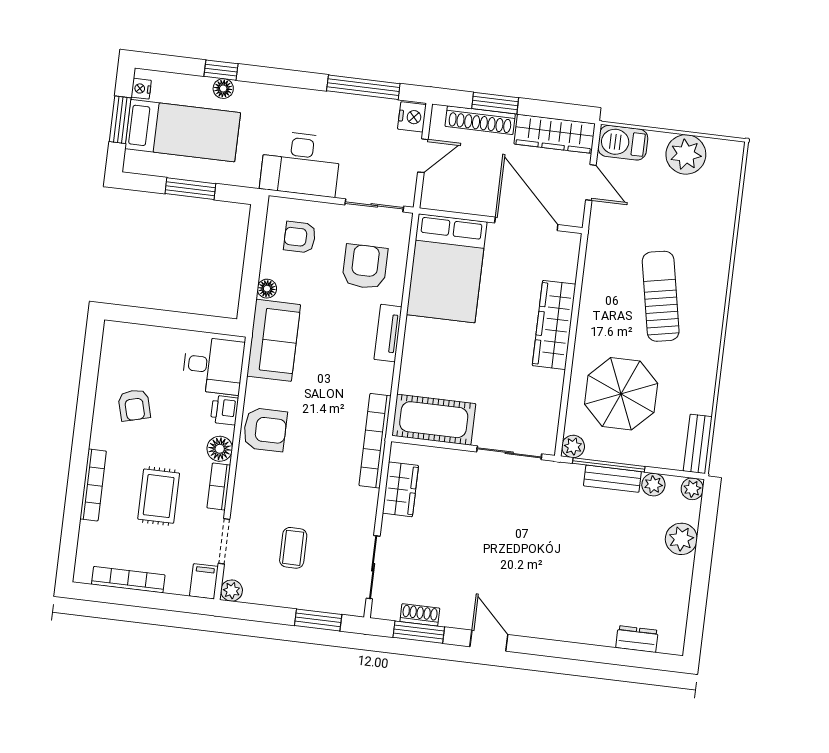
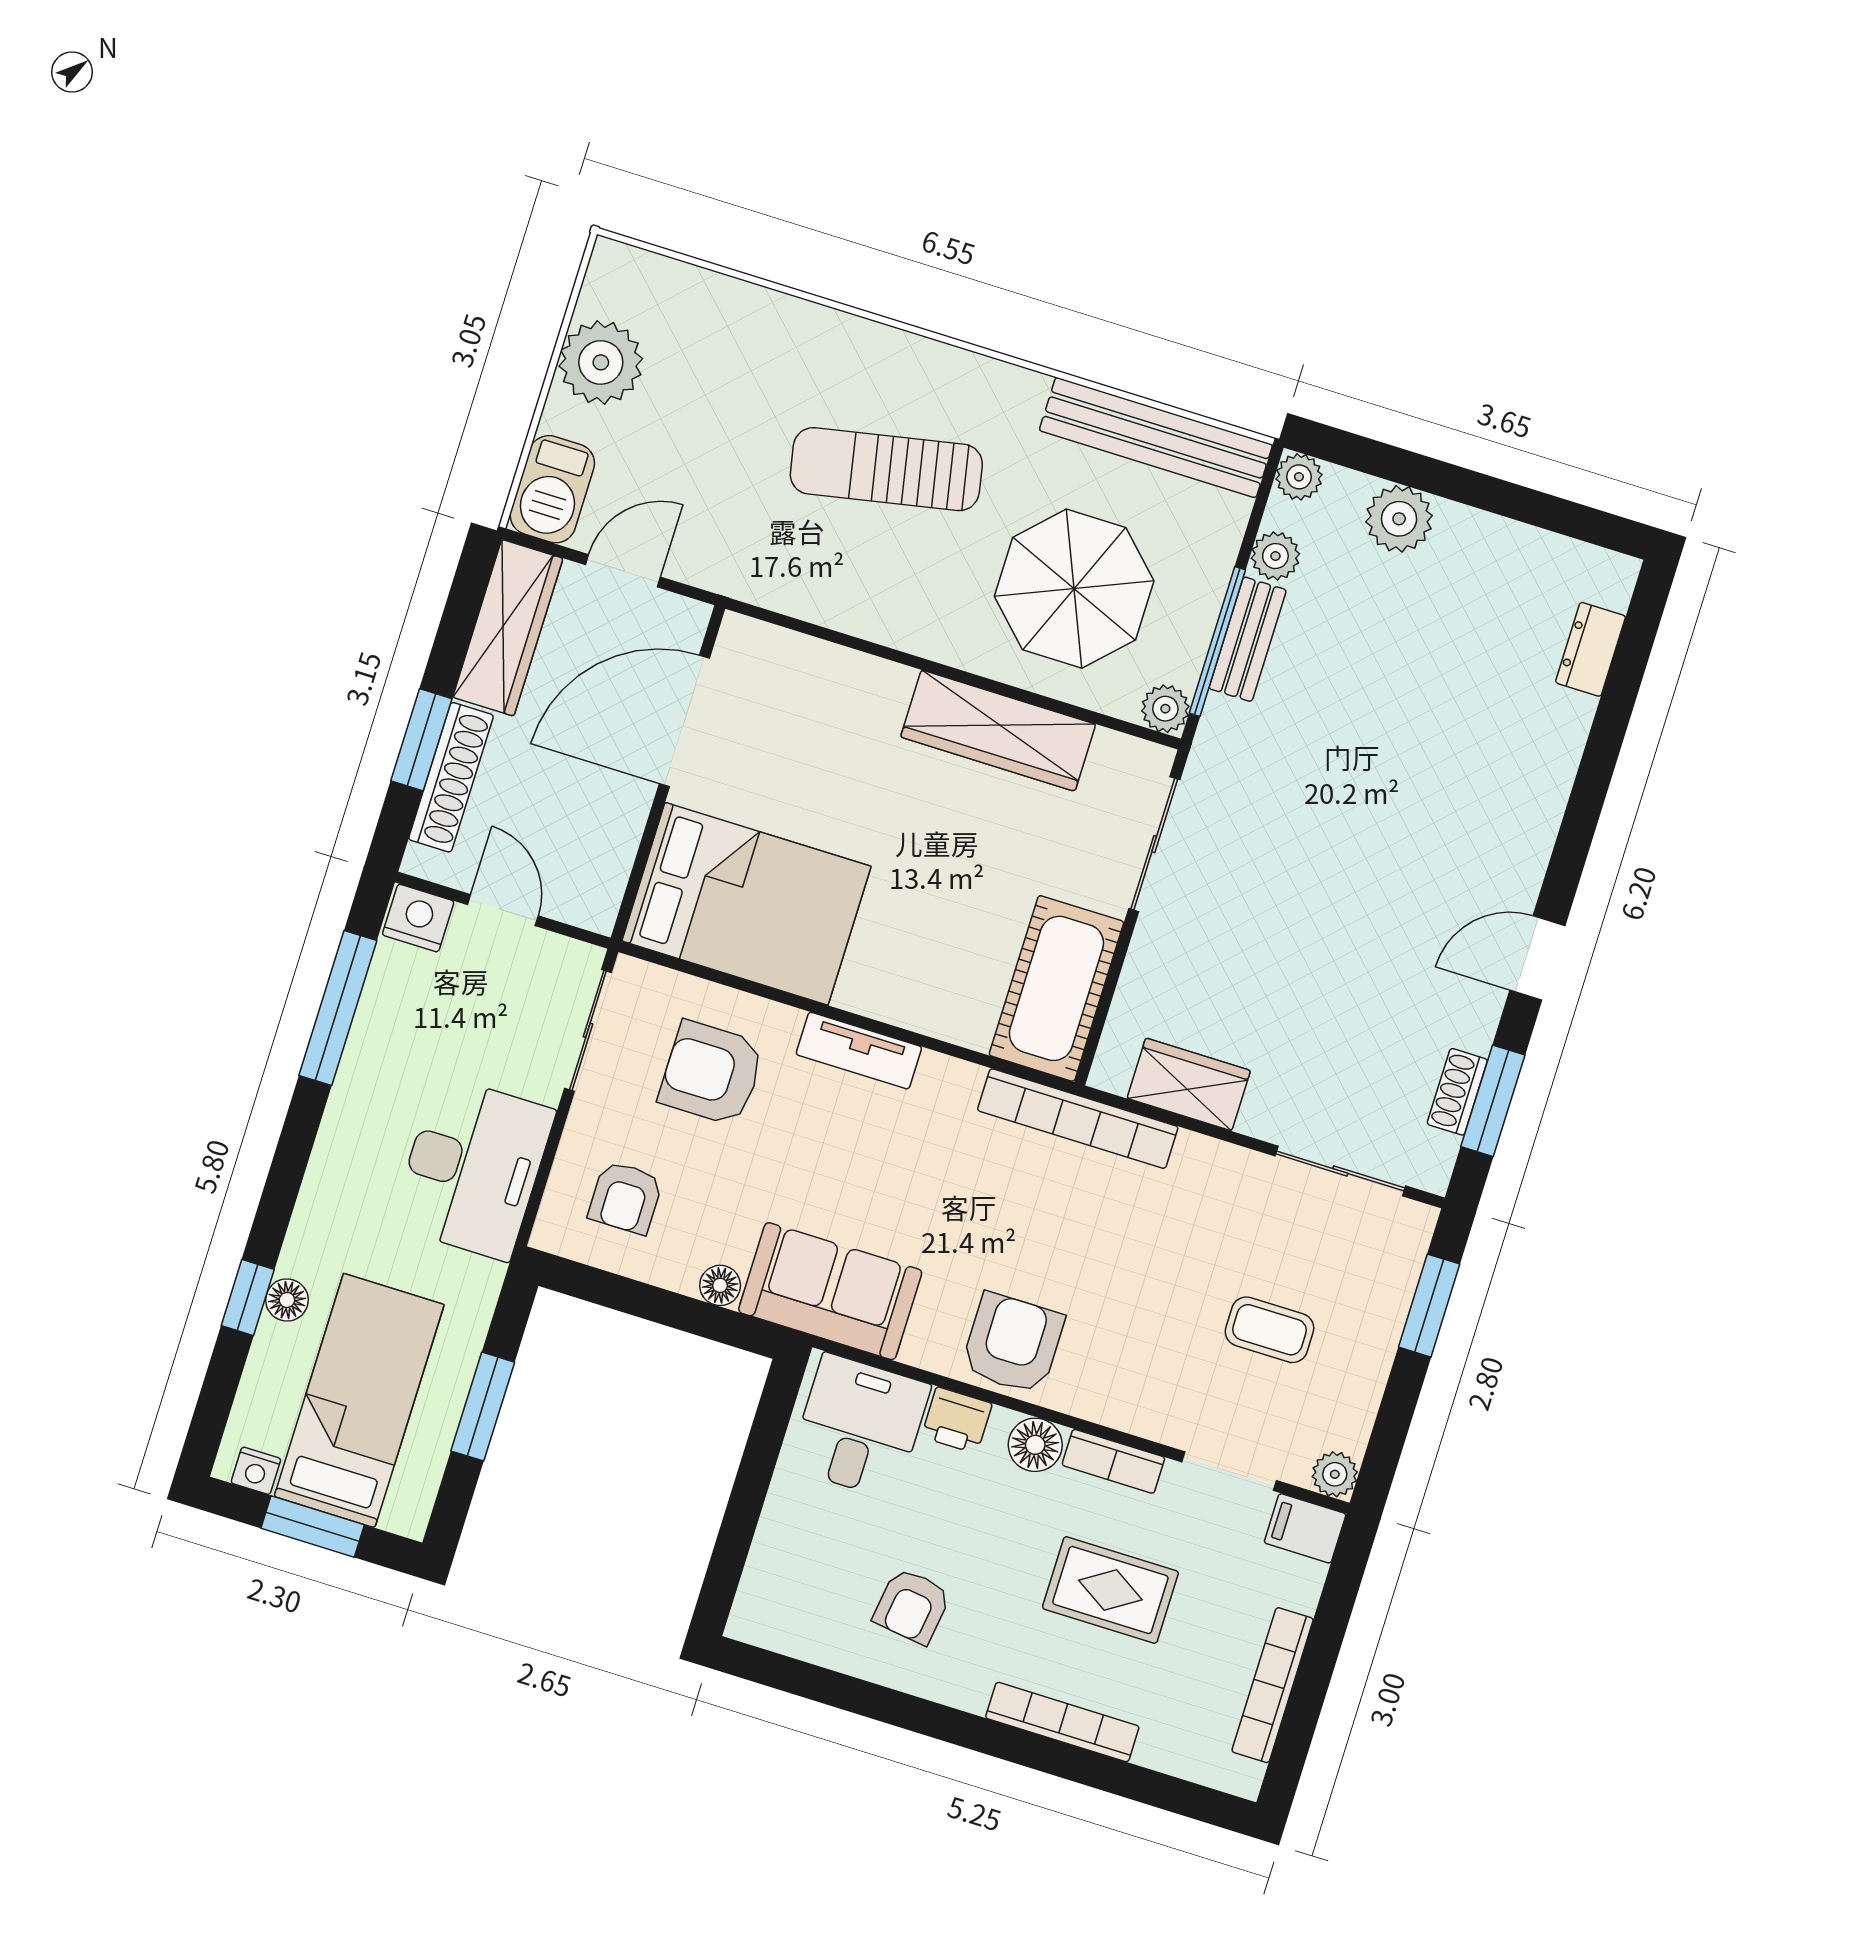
wardrobe: (554, 325) -> (998, 731), moved
armchair: (134, 405) -> (912, 1606), turned 113
bench: (698, 444) -> (1156, 438), width x1.86, depth x1.21

